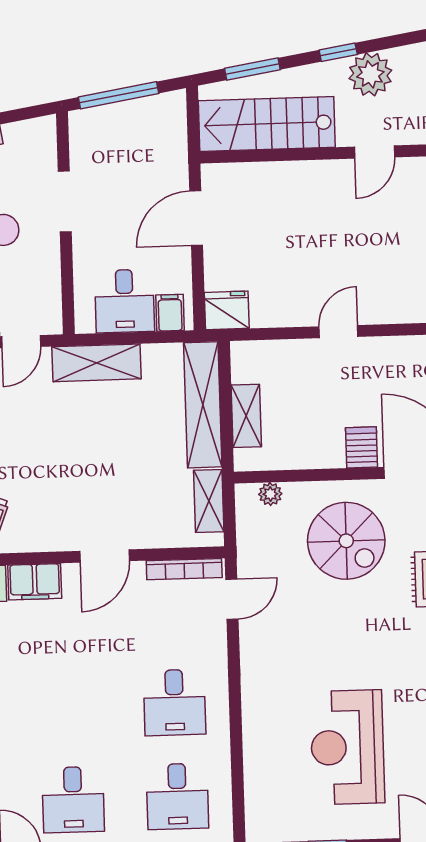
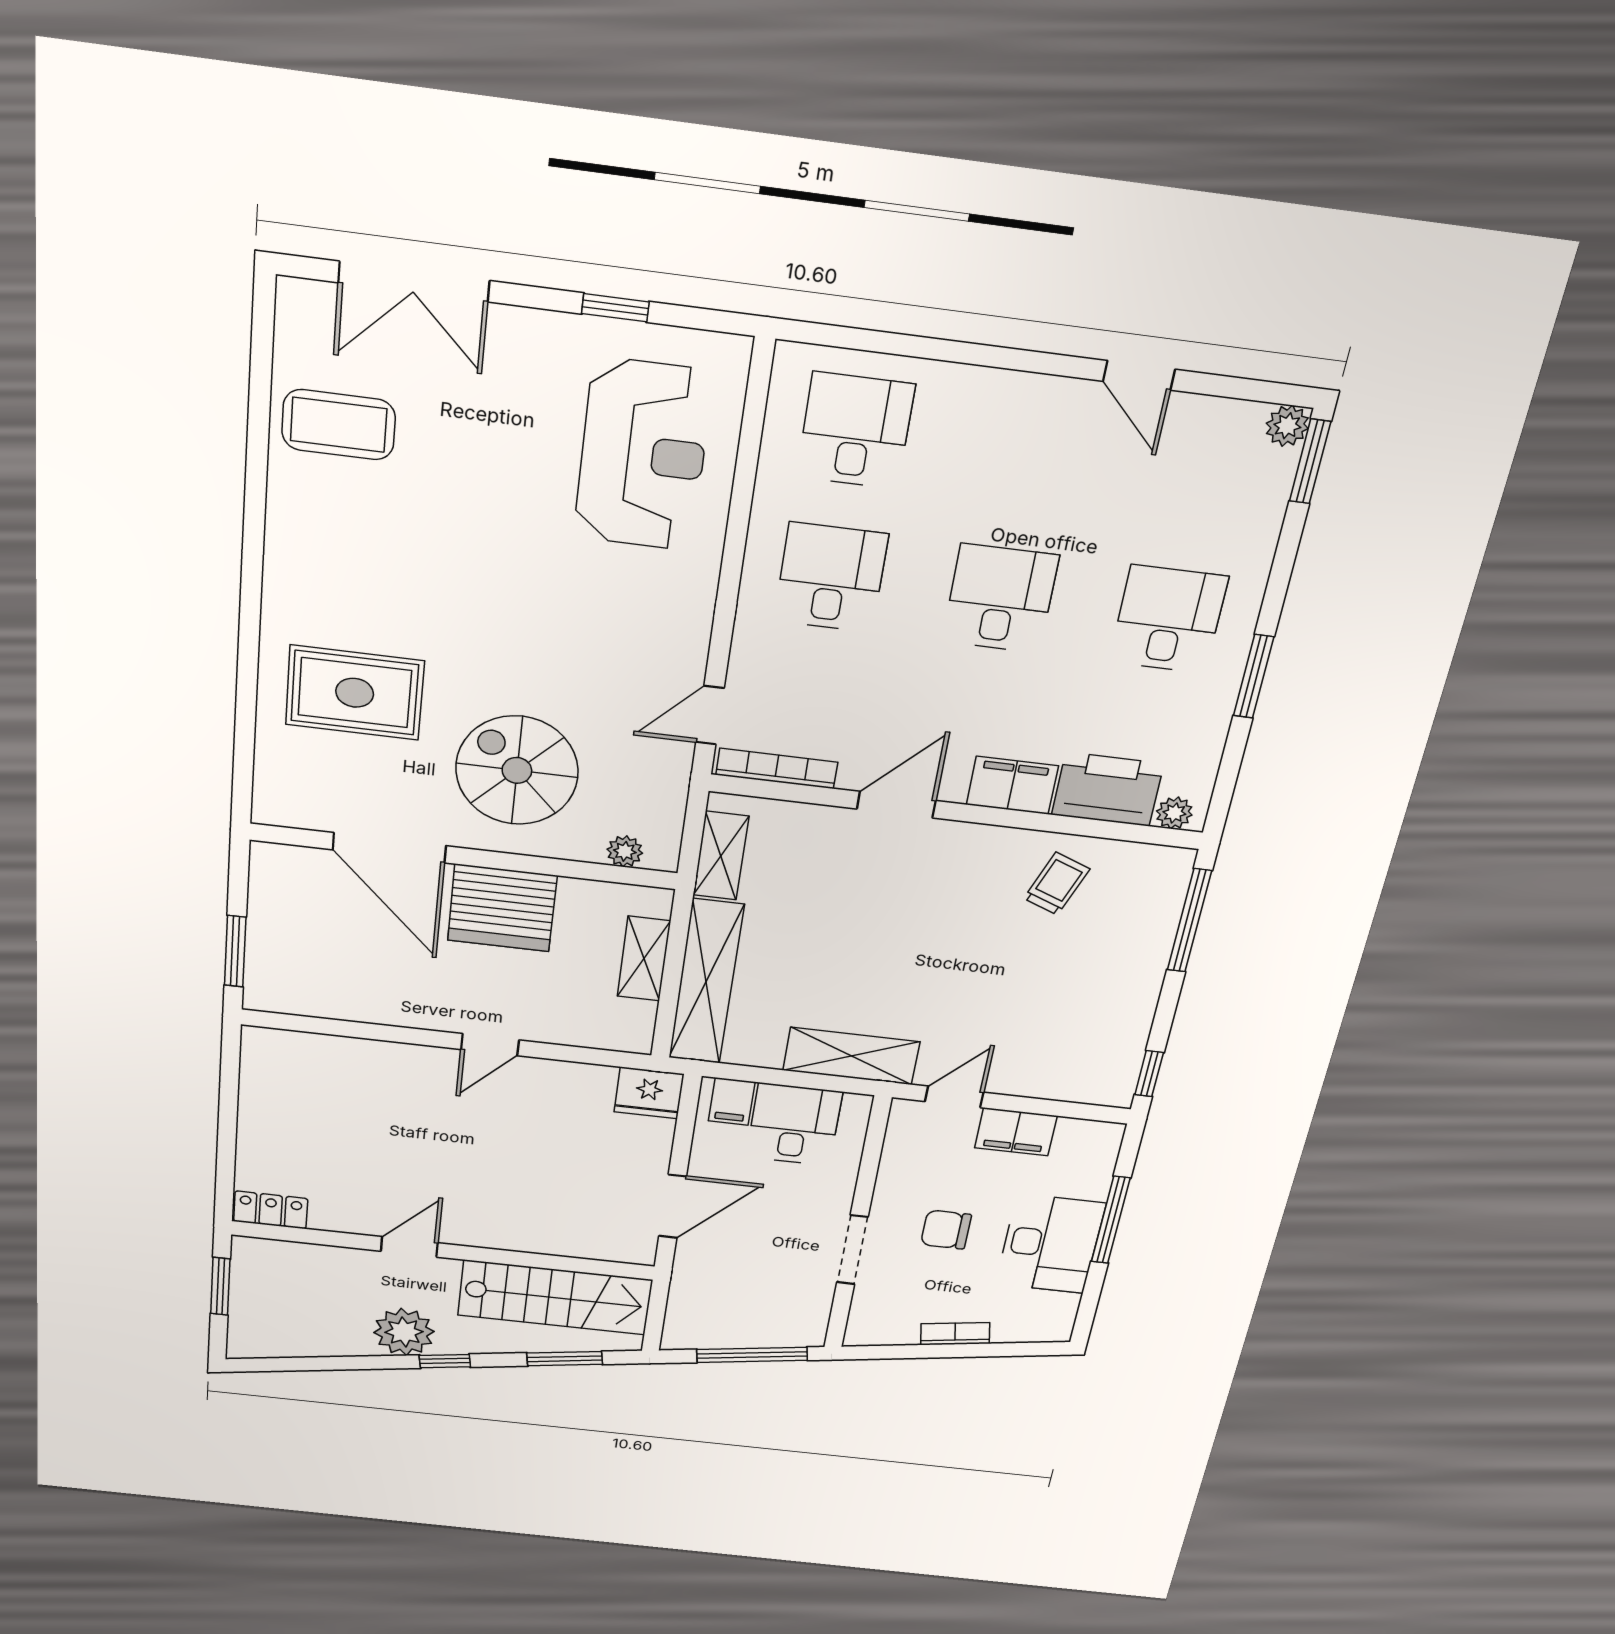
server rack: (362, 447) -> (502, 908), width x2.18, depth x1.44
reception desk: (347, 747) -> (643, 455), moved
desk: (73, 800) -> (1000, 598), moved

